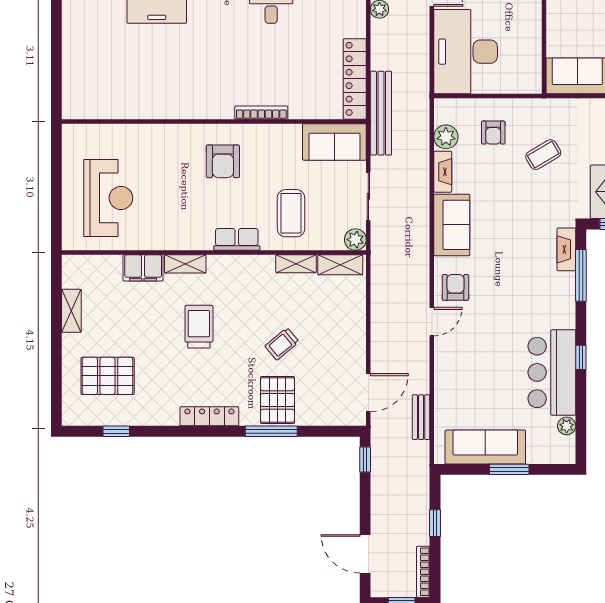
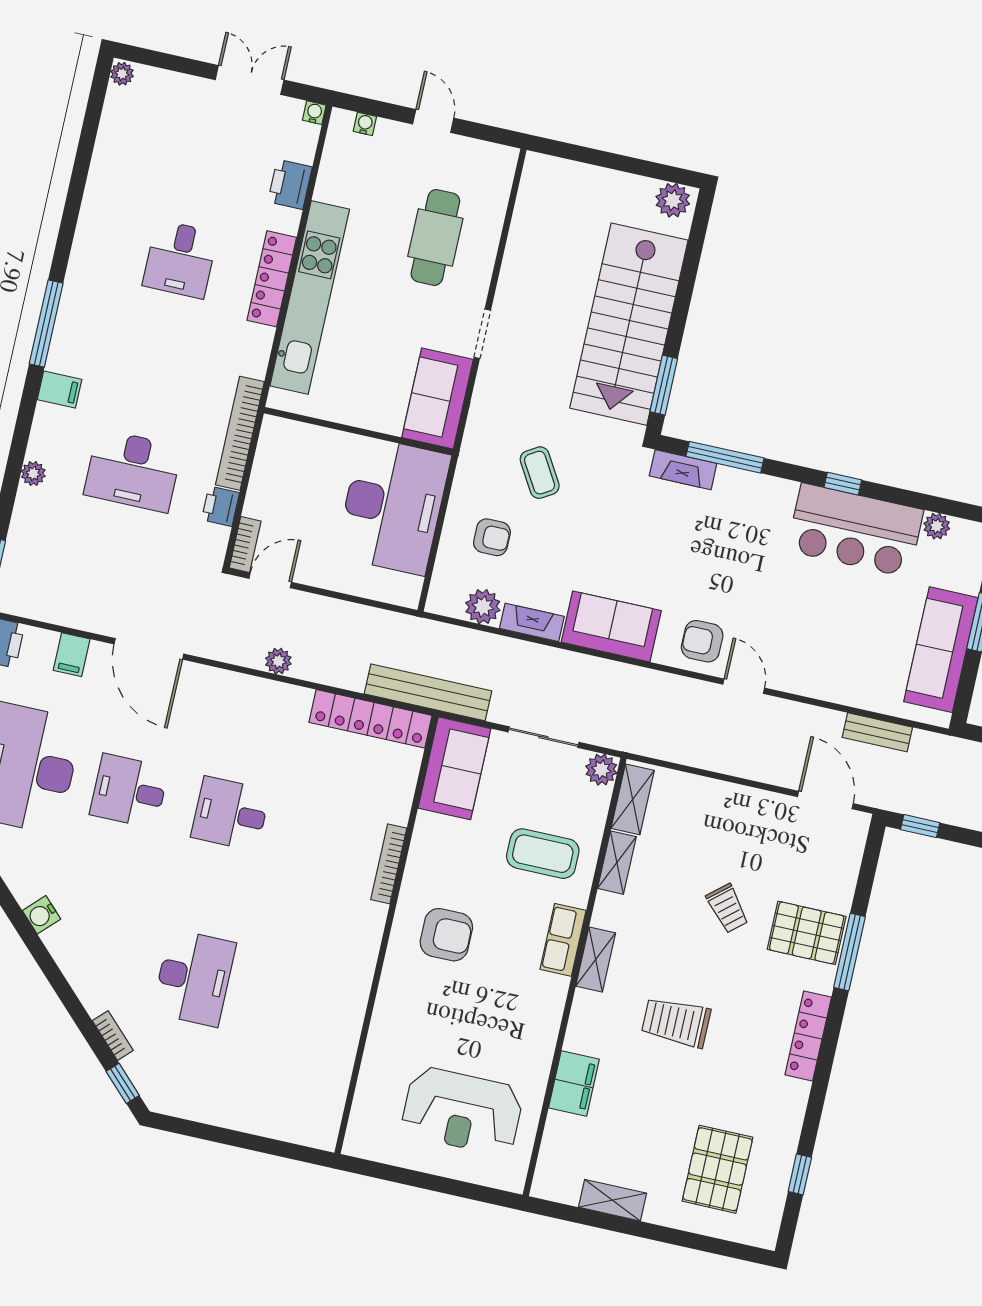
desk: (466, 52) -> (393, 506), moved, turned -90
reception desk: (108, 198) -> (462, 1111), turned 180
shelving: (185, 264) -> (596, 960), moved

